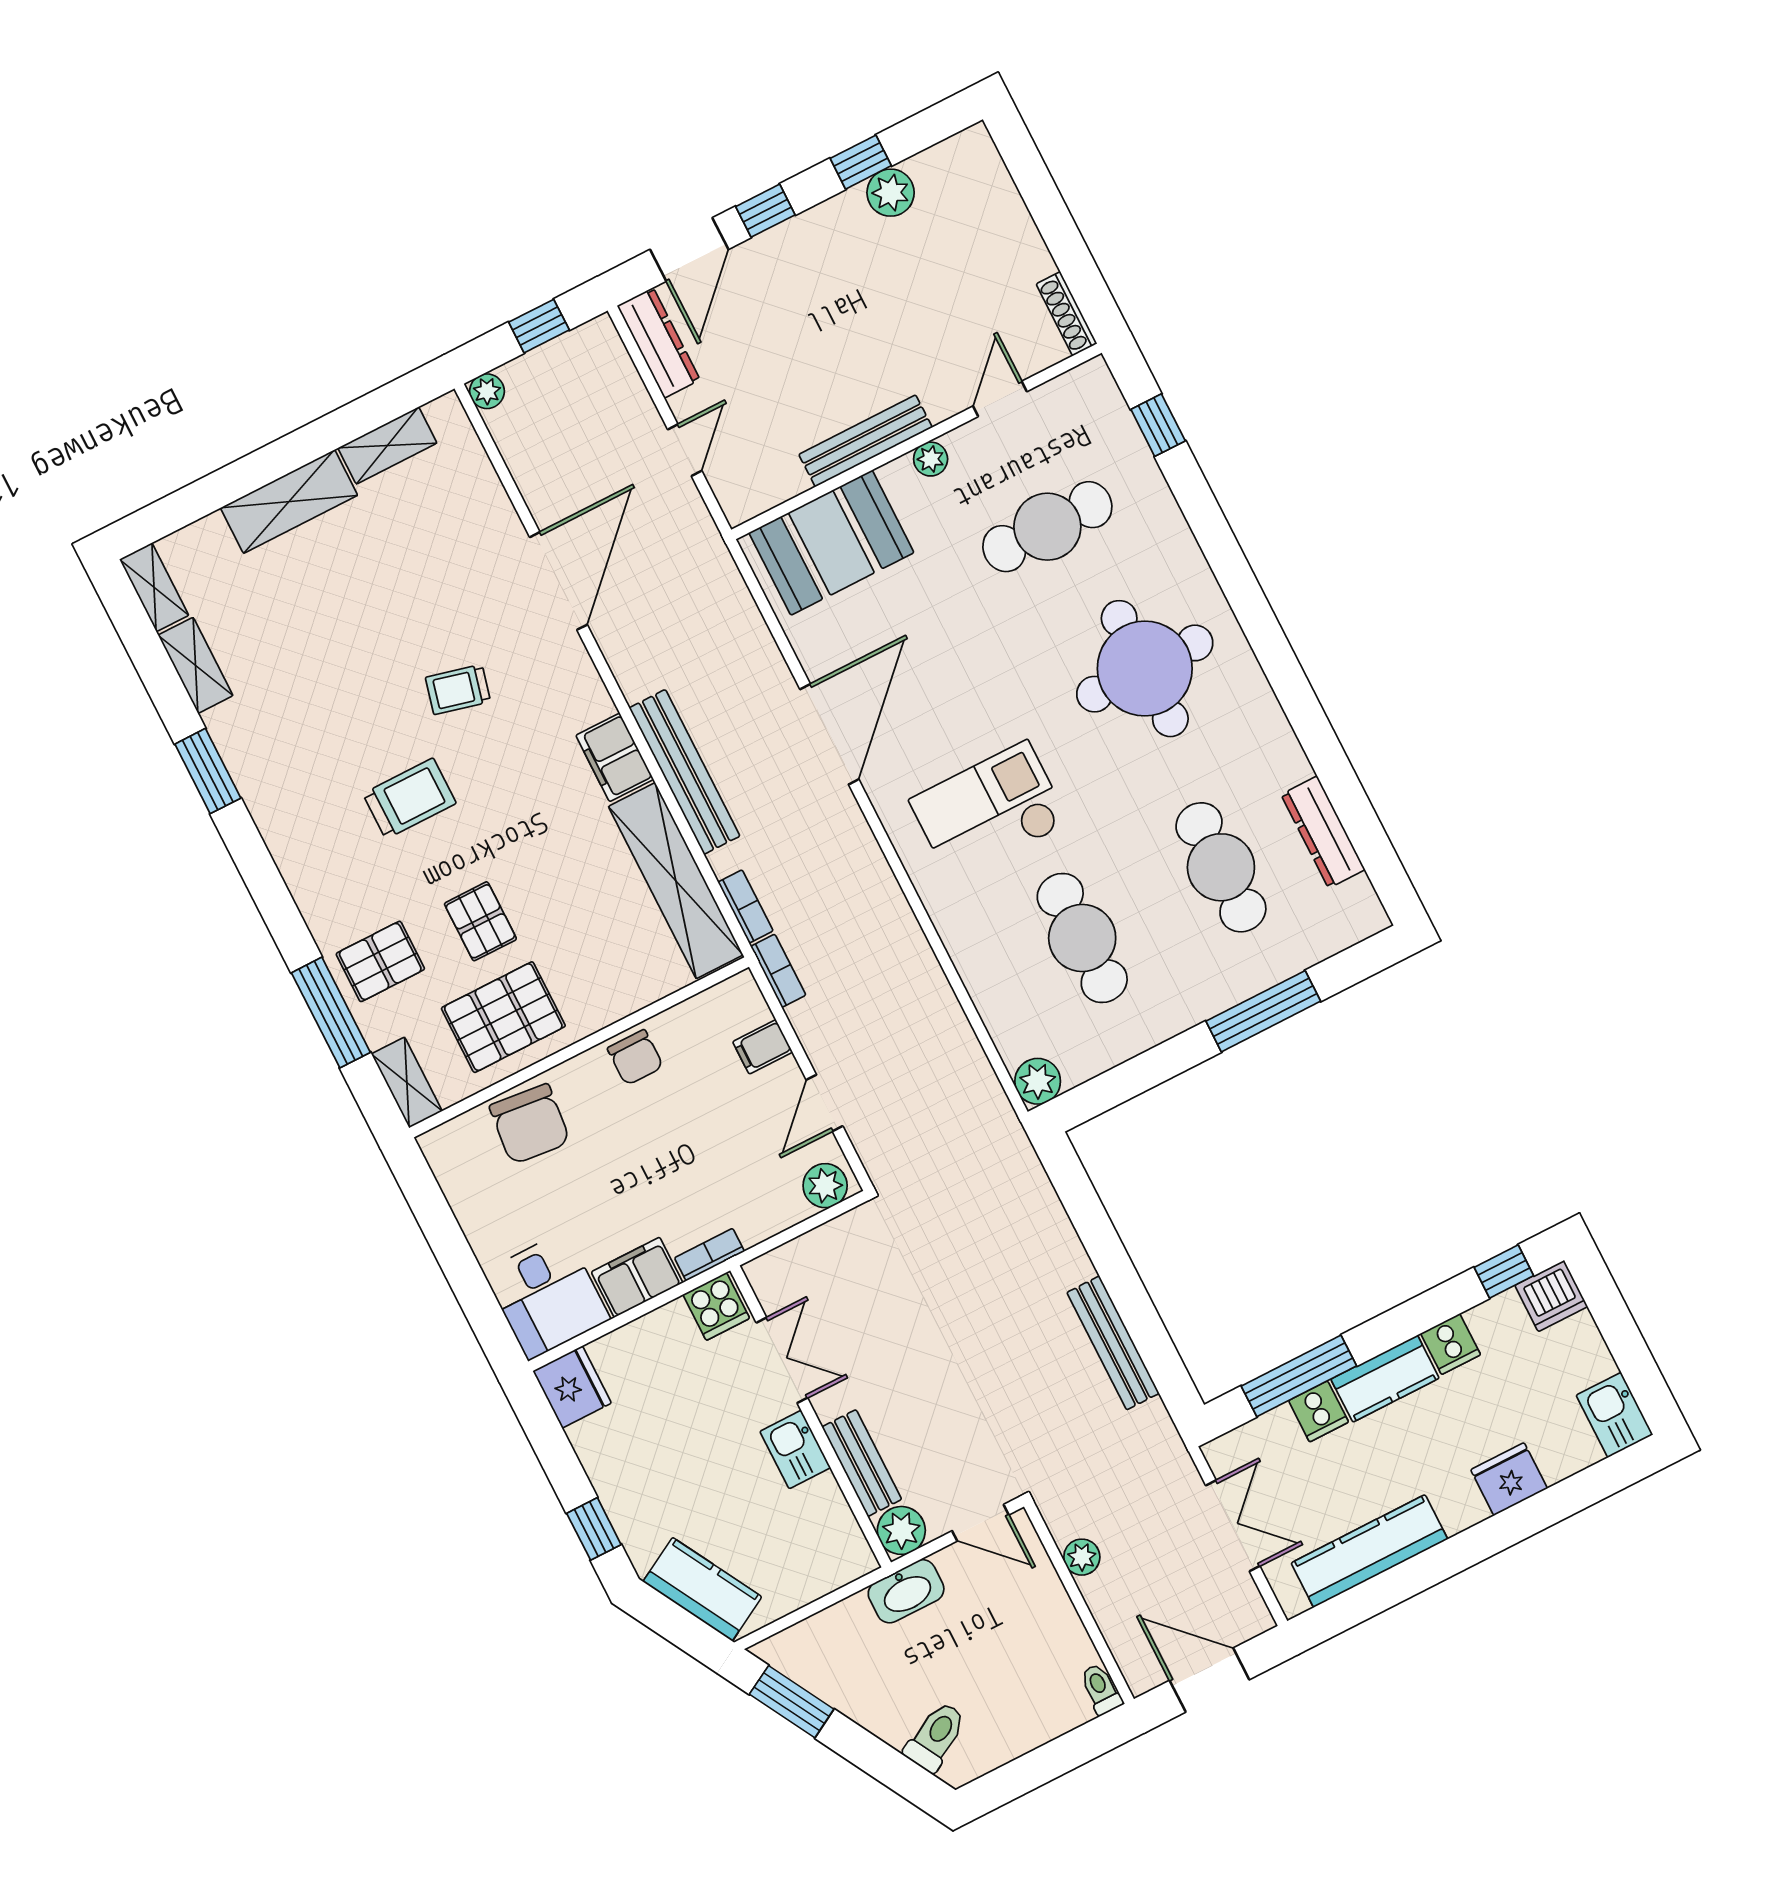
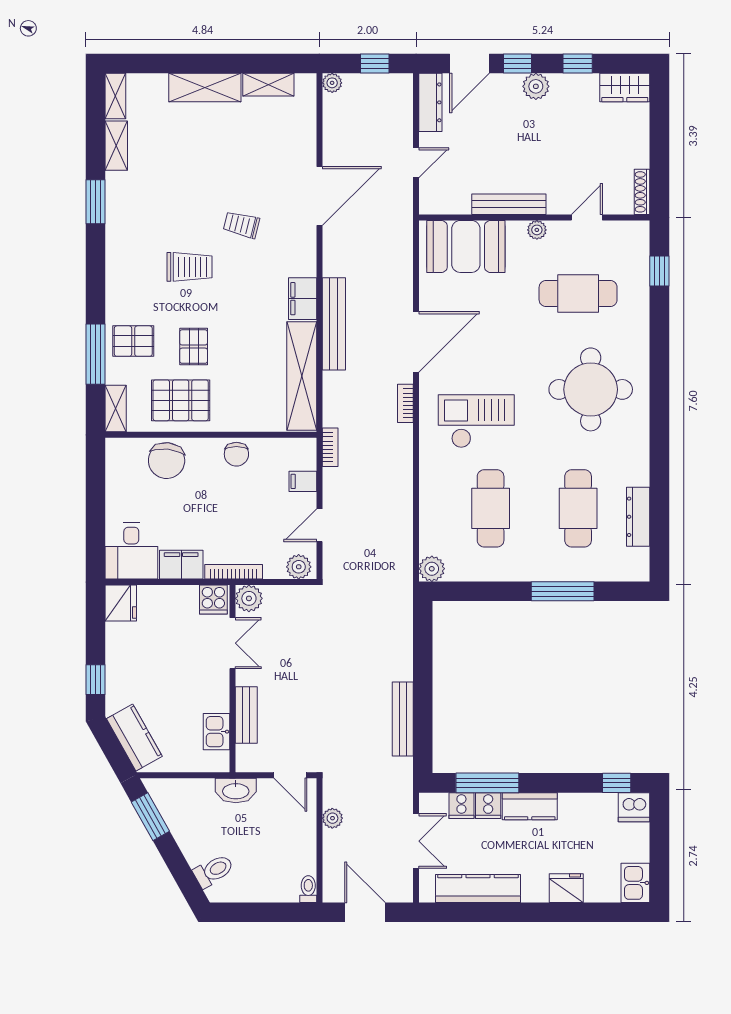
wardrobe: (955, 162) -> (625, 88), added
plant: (891, 193) -> (536, 86), moved
bookcase: (746, 906) -> (405, 403), moved, turned 180
bookcase: (709, 1255) -> (234, 572), width x1.56
cooker: (1451, 1344) -> (461, 806), moved
kitchen sink: (795, 1450) -> (216, 732), moved
plant: (901, 1530) -> (249, 598), moved

